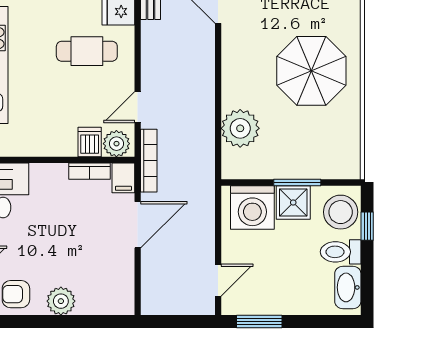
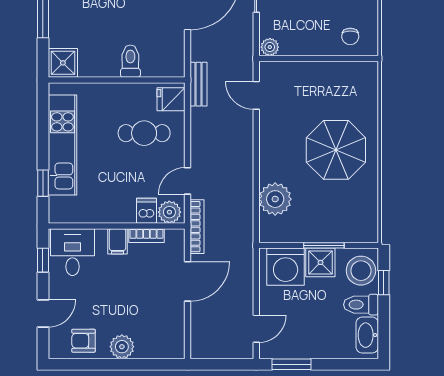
filing cabinet: (123, 178) -> (118, 241), moved

